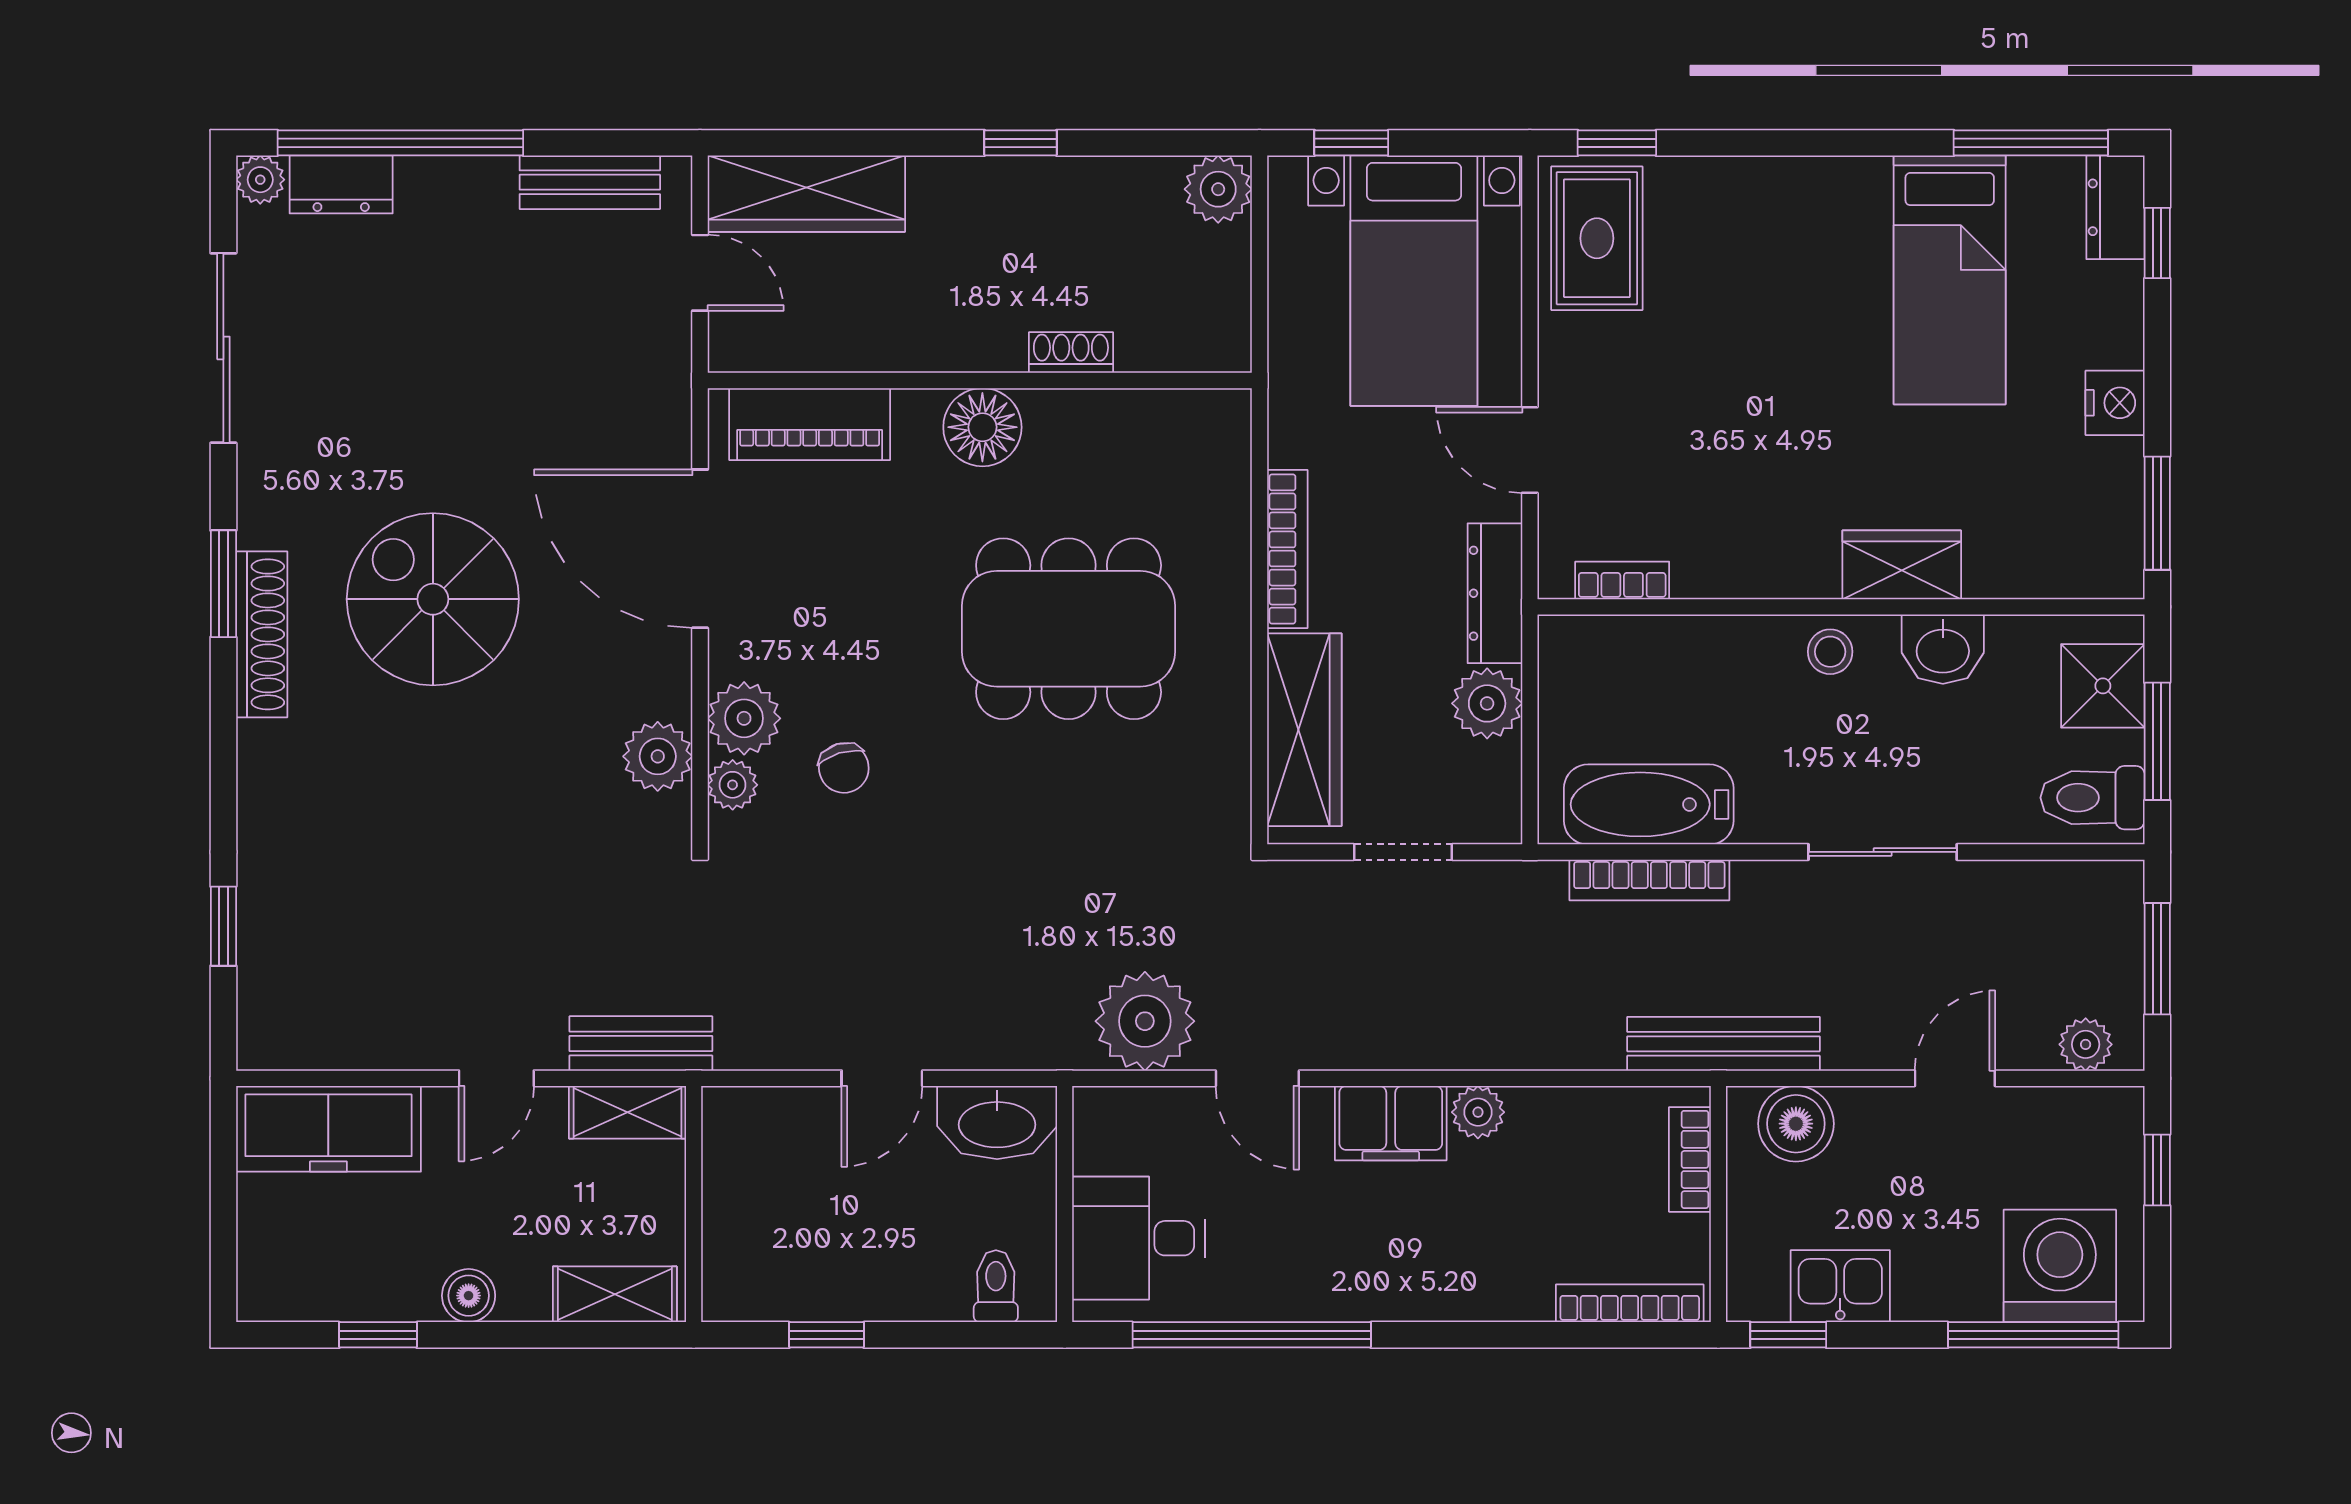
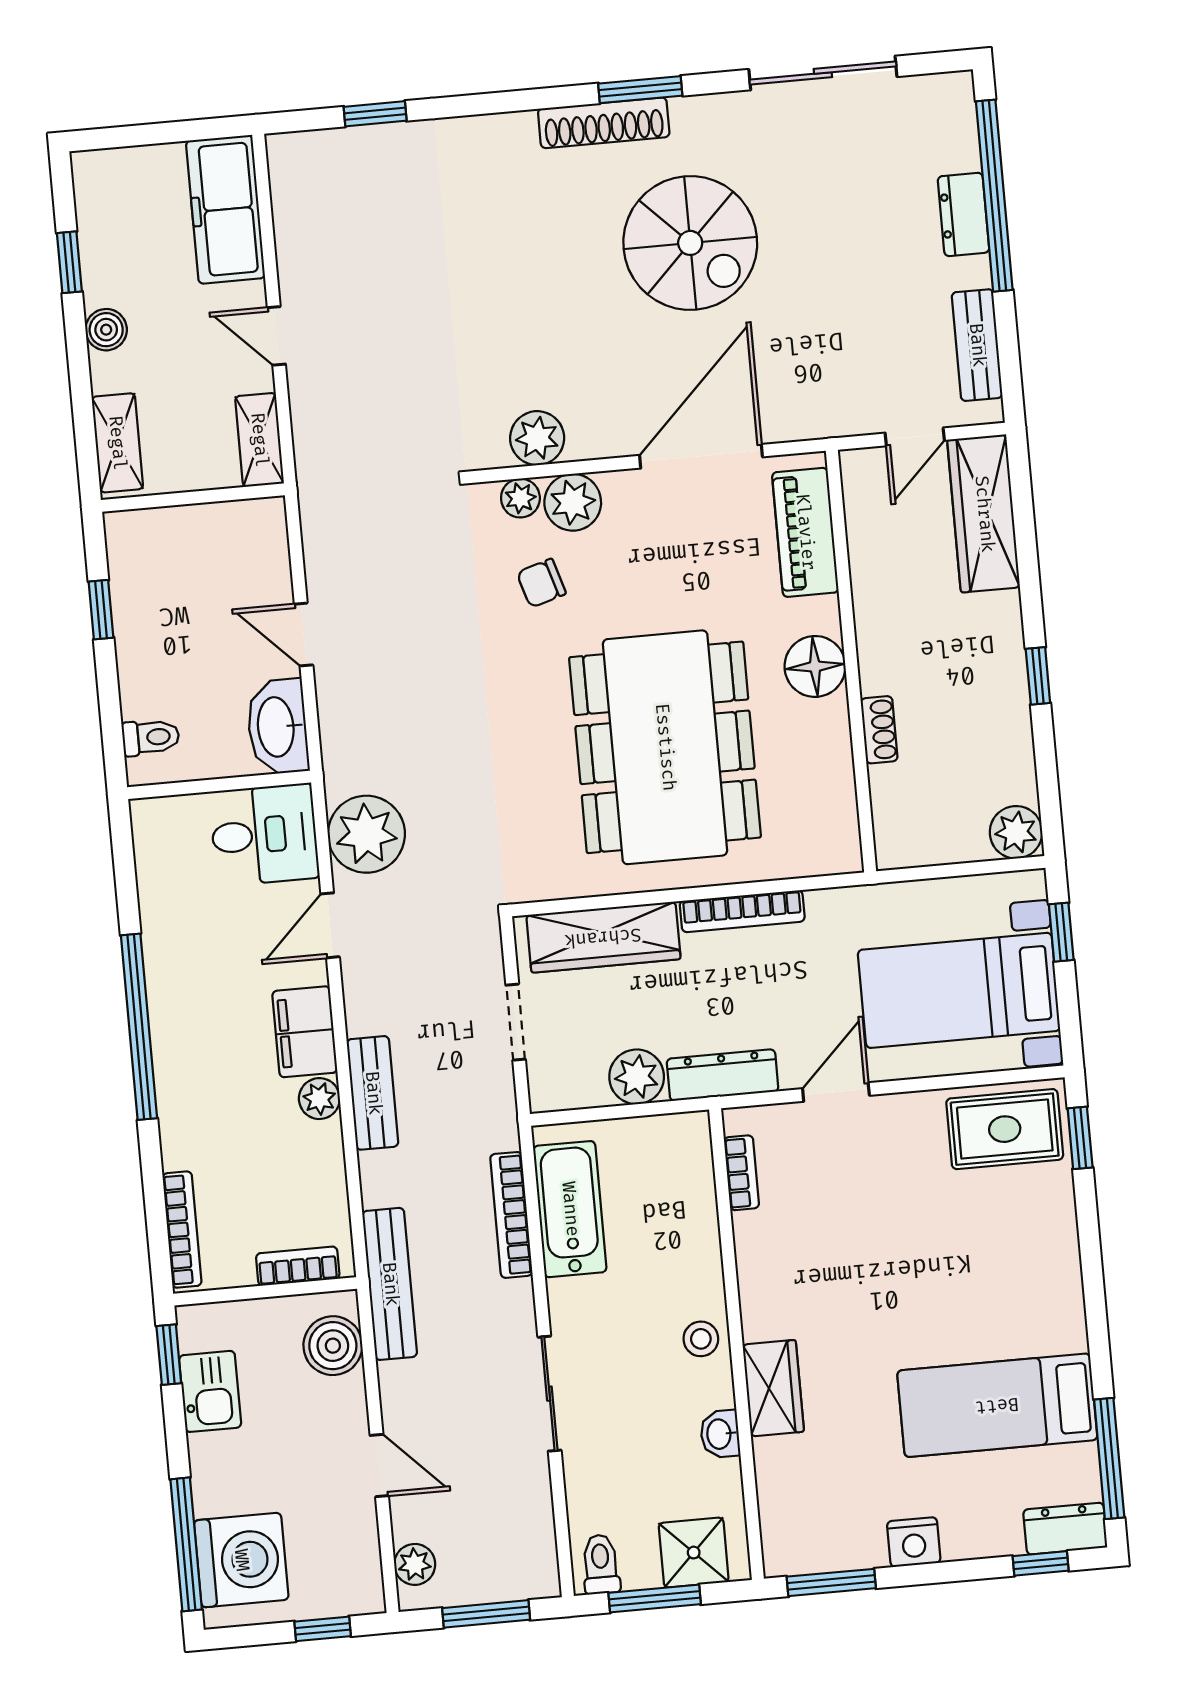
plant: (260, 180) -> (956, 90), removed
dresser: (341, 184) -> (963, 214), moved
spiral stairs: (433, 599) -> (690, 243), moved, turned 90
dining table: (1069, 629) -> (665, 747), width x1.36, depth x1.24
washbasin: (1943, 649) -> (720, 1434), width x0.72, depth x0.69
toilet: (2093, 798) -> (601, 1564), width x0.73, depth x0.72
bench: (641, 1043) -> (373, 1093), moved
desk: (1138, 1238) -> (264, 835), moved, turned 90
window: (1252, 1335) -> (139, 1027), moved

